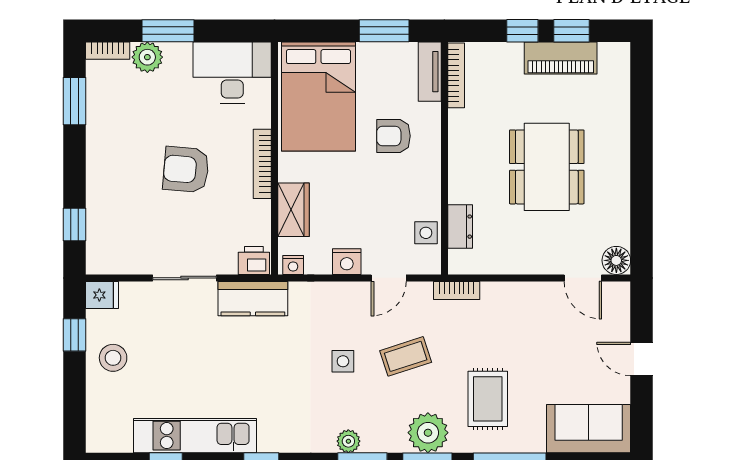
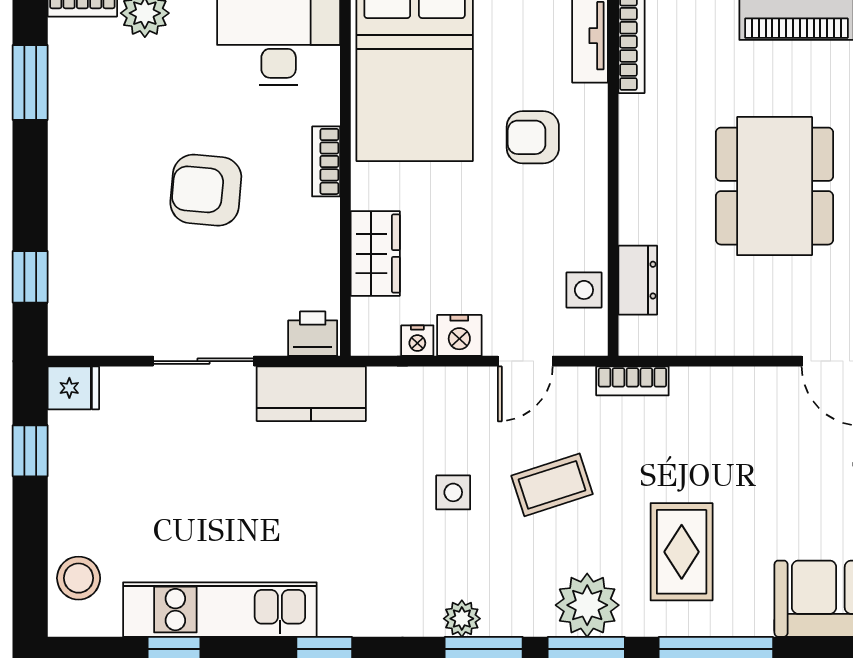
bookcase: (262, 164) -> (326, 161), width x0.64
nightstand: (293, 265) -> (417, 341), moved
stool: (113, 358) -> (79, 578), moved

